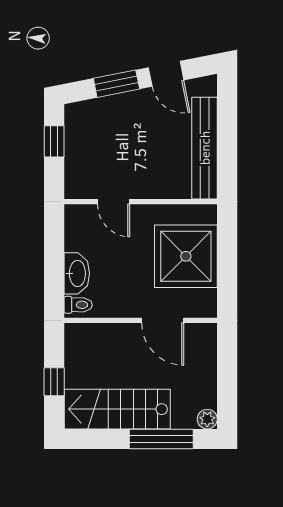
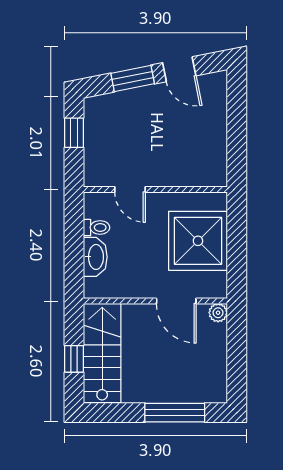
bench: (205, 148) -> (215, 139), removed
toilet: (78, 305) -> (97, 227), moved
stairs: (117, 409) -> (102, 353), moved, turned 90
plant: (207, 419) -> (218, 313), moved

